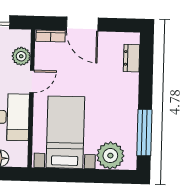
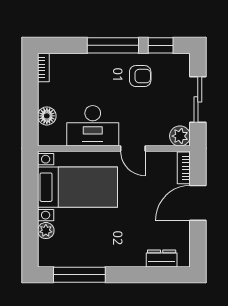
plant: (21, 56) -> (180, 136), moved
plant: (110, 156) -> (46, 231), width x0.53, depth x0.53

